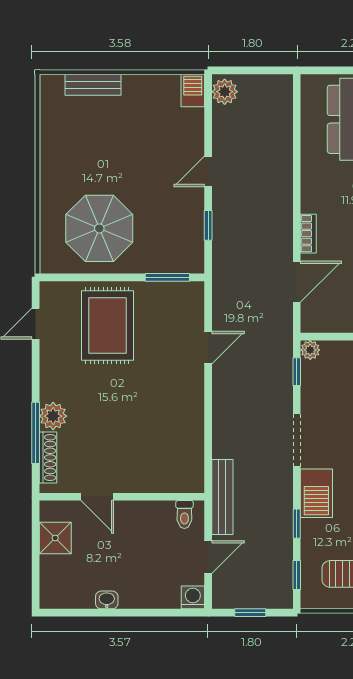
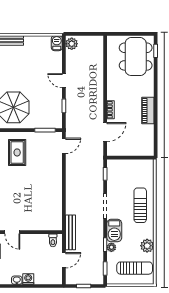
door: (208, 171) -> (64, 81), hinge flipped
rug: (107, 325) -> (17, 152), width x0.73, depth x0.70
door: (208, 348) -> (64, 146), moved
plant: (310, 350) -> (111, 247), moved
washing machine: (193, 597) -> (28, 279), moved

